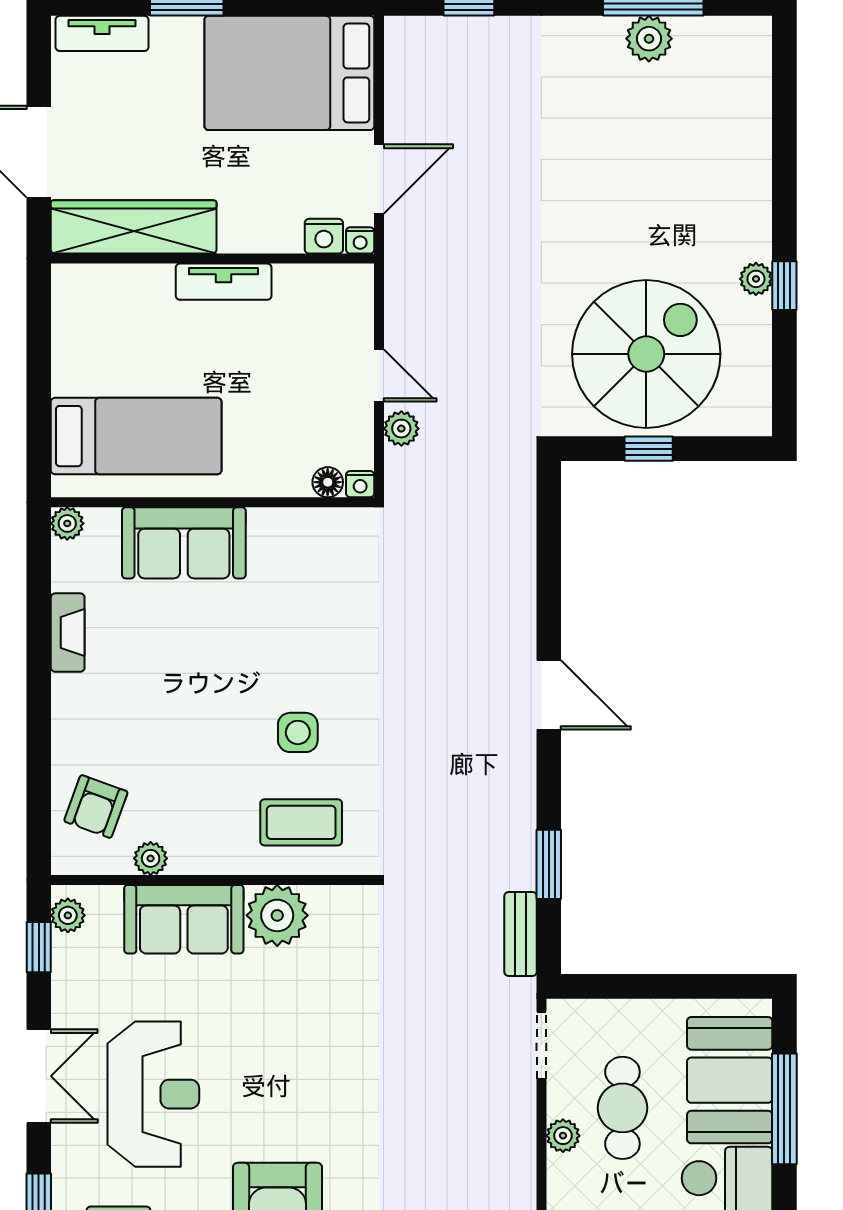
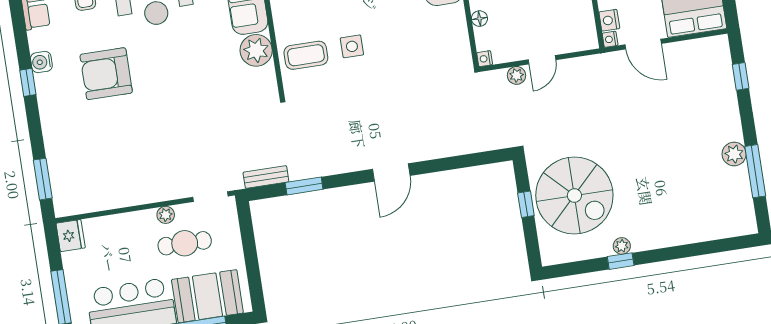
plant: (649, 39) -> (734, 154), moved
floor lamp: (328, 482) -> (479, 19), moved
coffee table: (301, 822) -> (306, 55), turned 90

